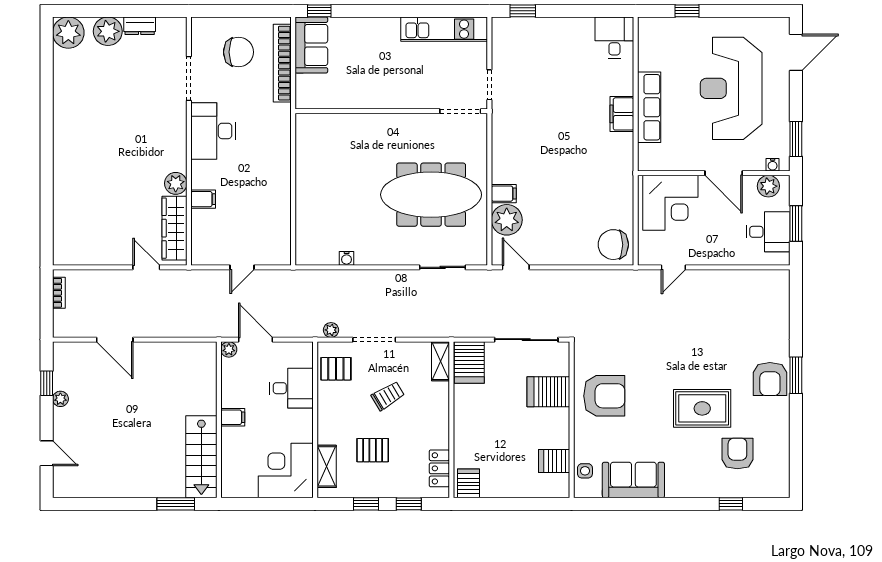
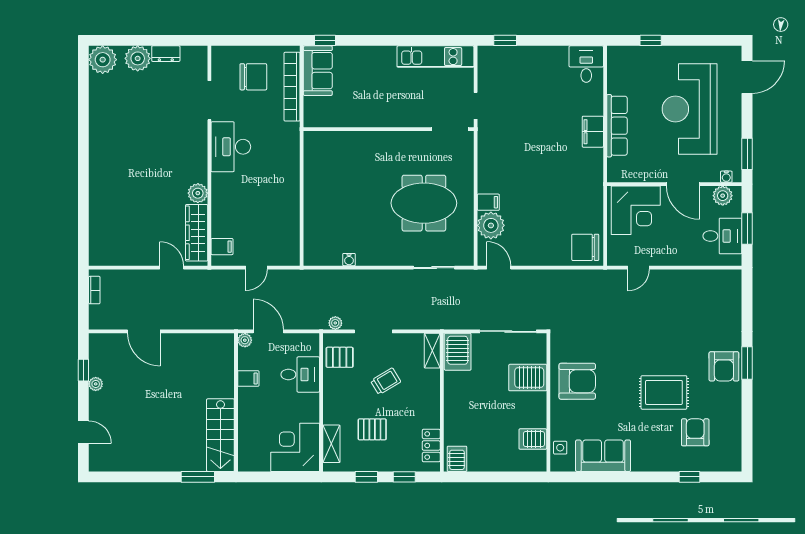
meeting table: (431, 195) -> (424, 203), width x0.73
filing cabinet: (203, 199) -> (222, 247), moved
filing cabinet: (233, 417) -> (248, 379), moved

